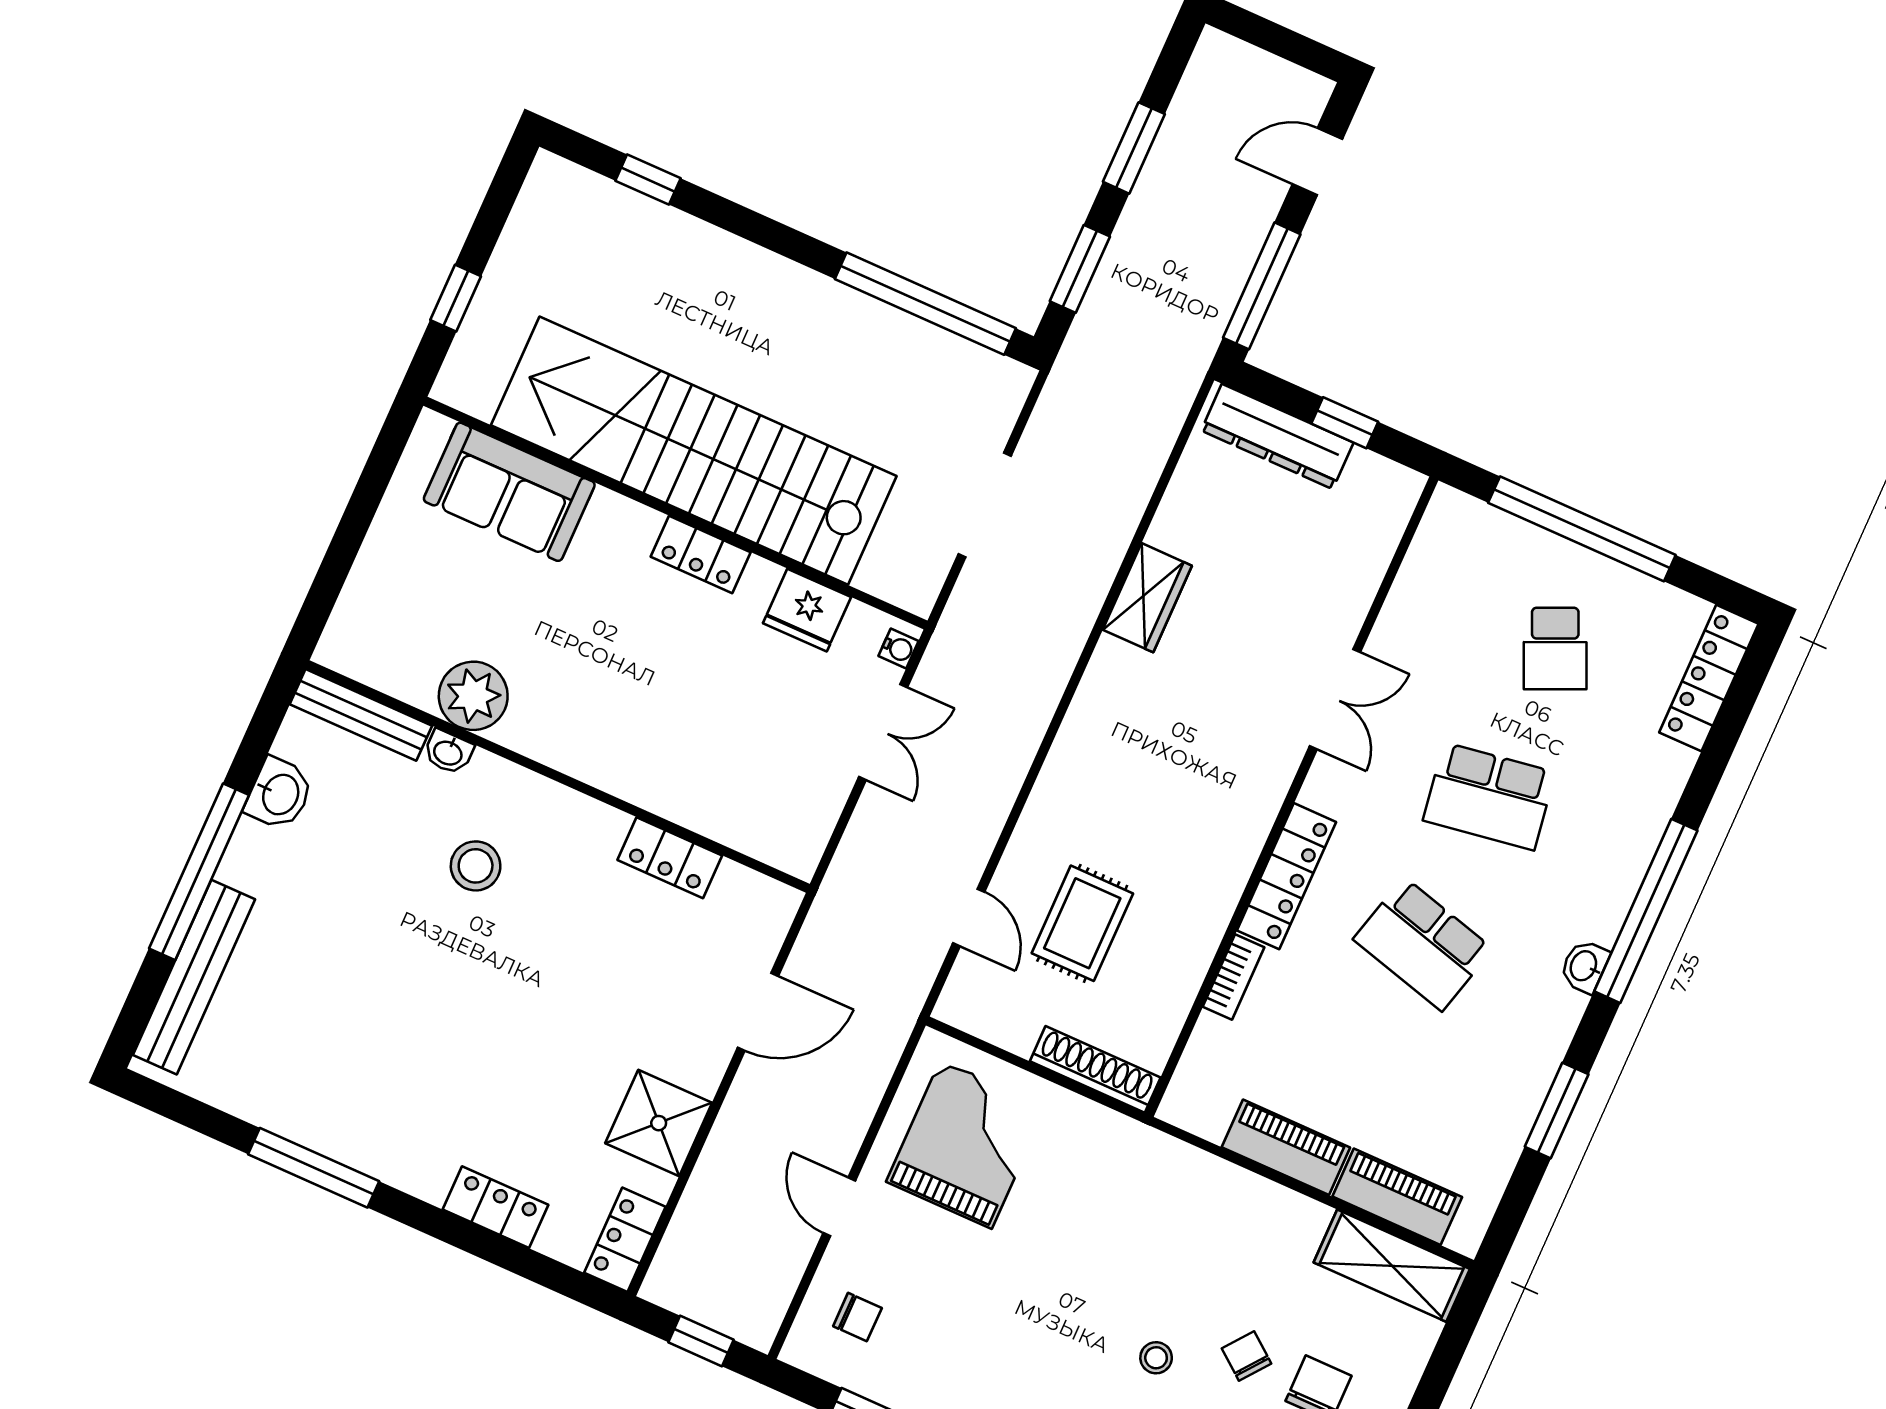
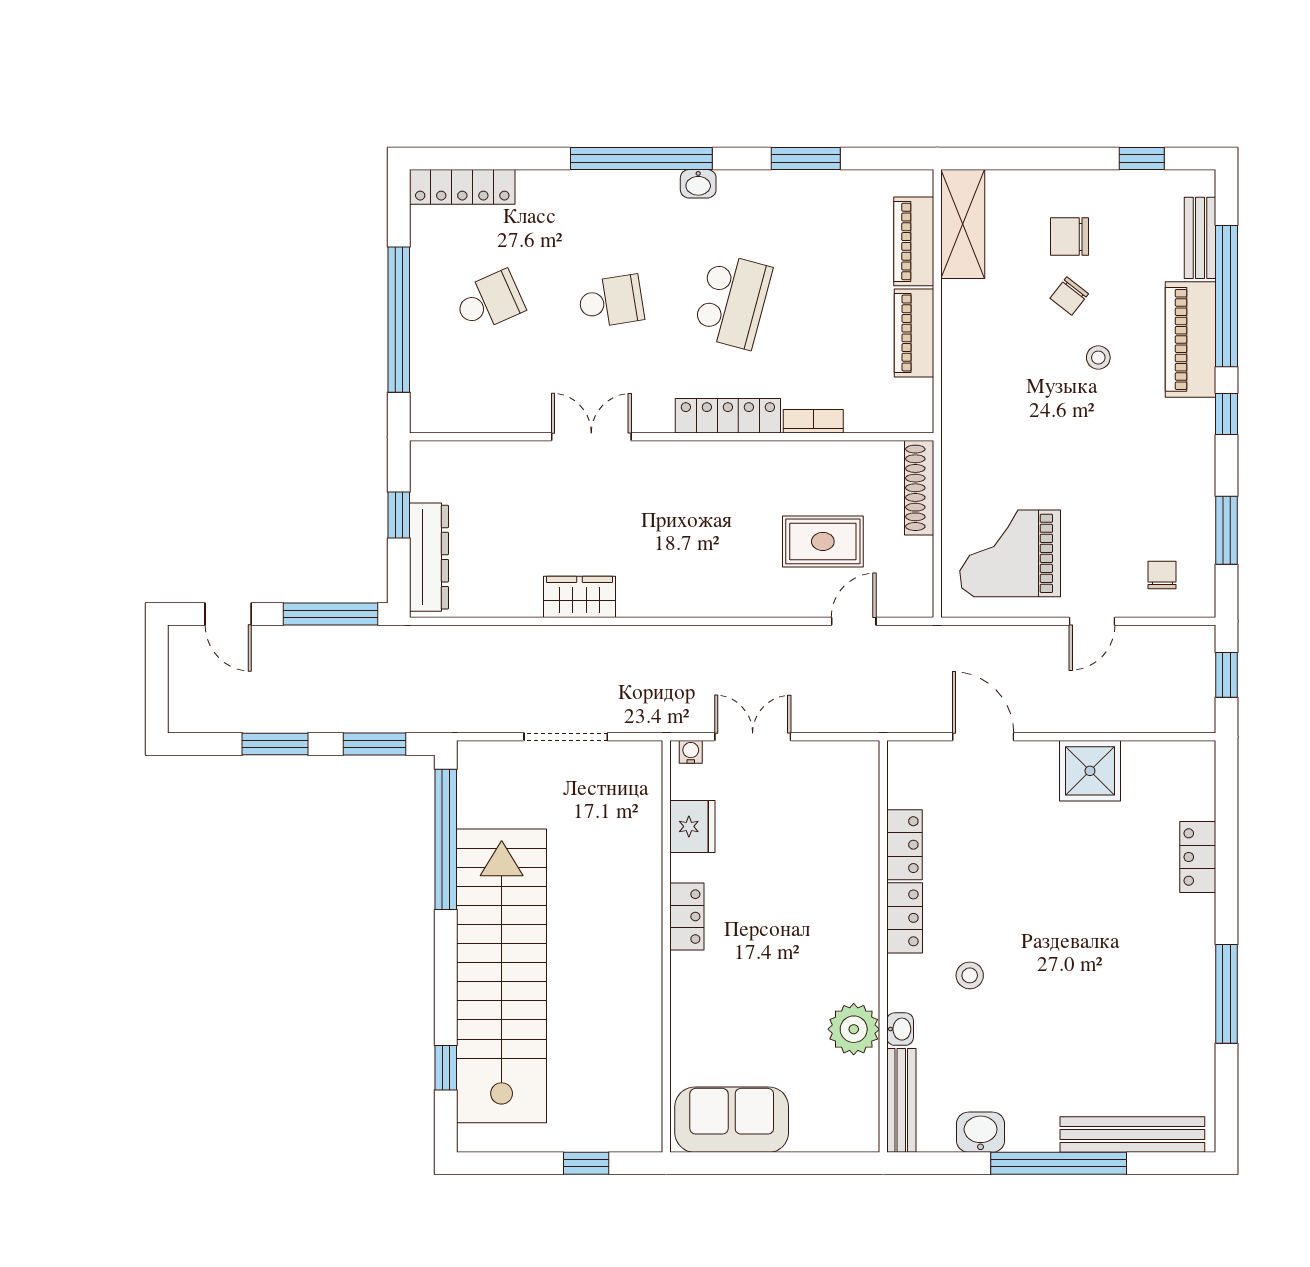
stairs: (694, 451) -> (502, 976), moved, turned 180
sofa: (509, 492) -> (732, 1120), moved, turned -90
school desk: (1489, 796) -> (611, 301), width x0.54
stool: (476, 866) -> (970, 975), width x0.73, depth x0.73
locker: (625, 1240) -> (905, 918), moved, turned -90

